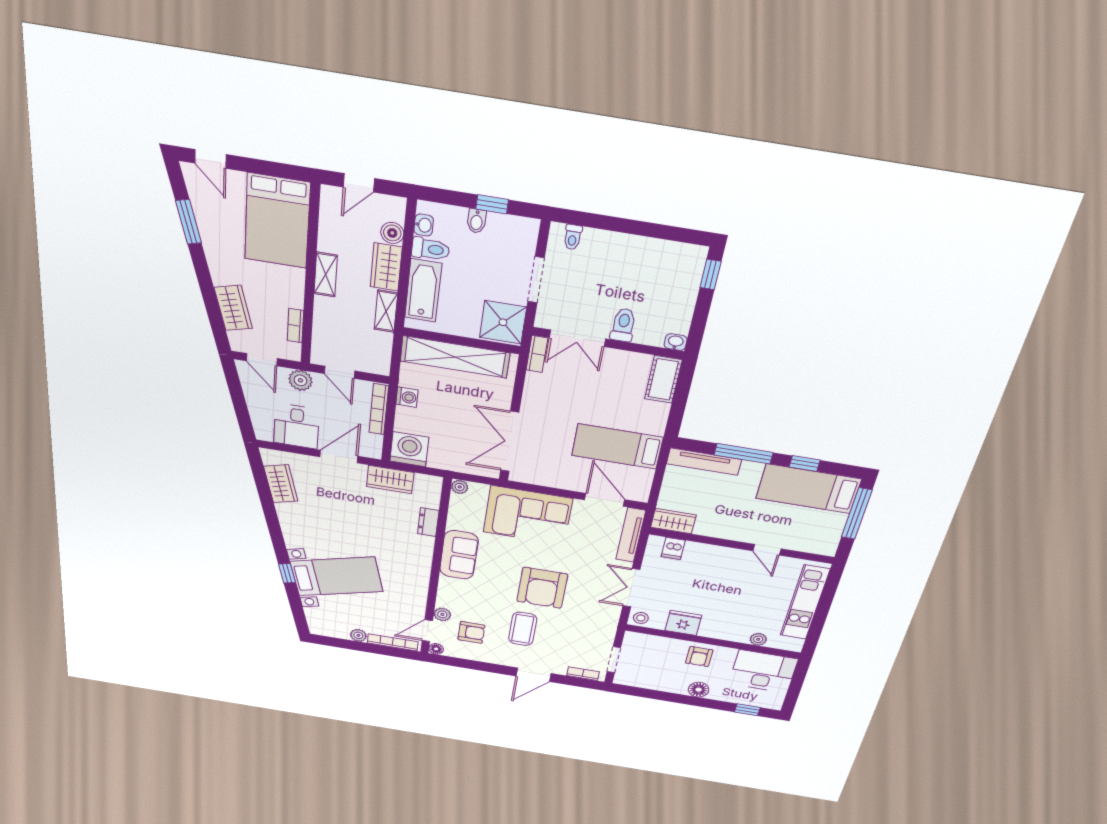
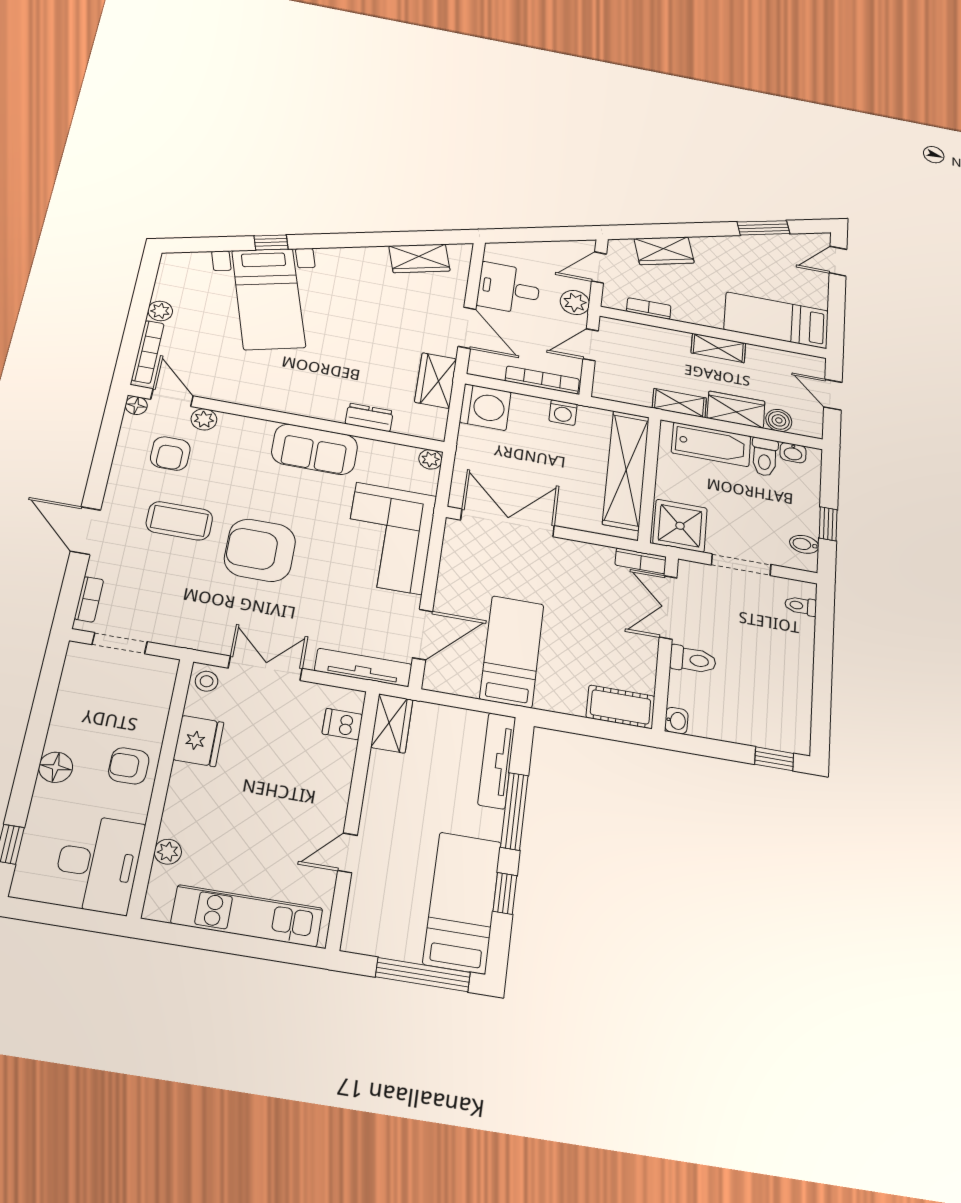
bed: (277, 221) -> (776, 320), width x0.67
bidet: (477, 221) -> (804, 544), moved

